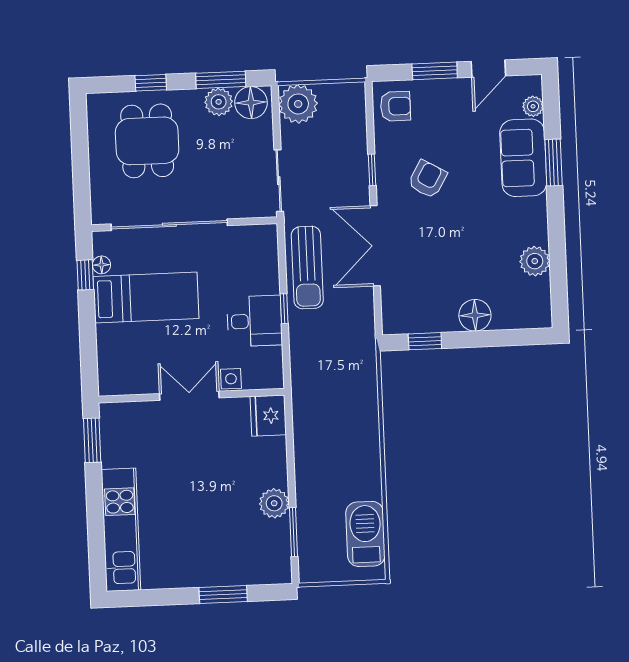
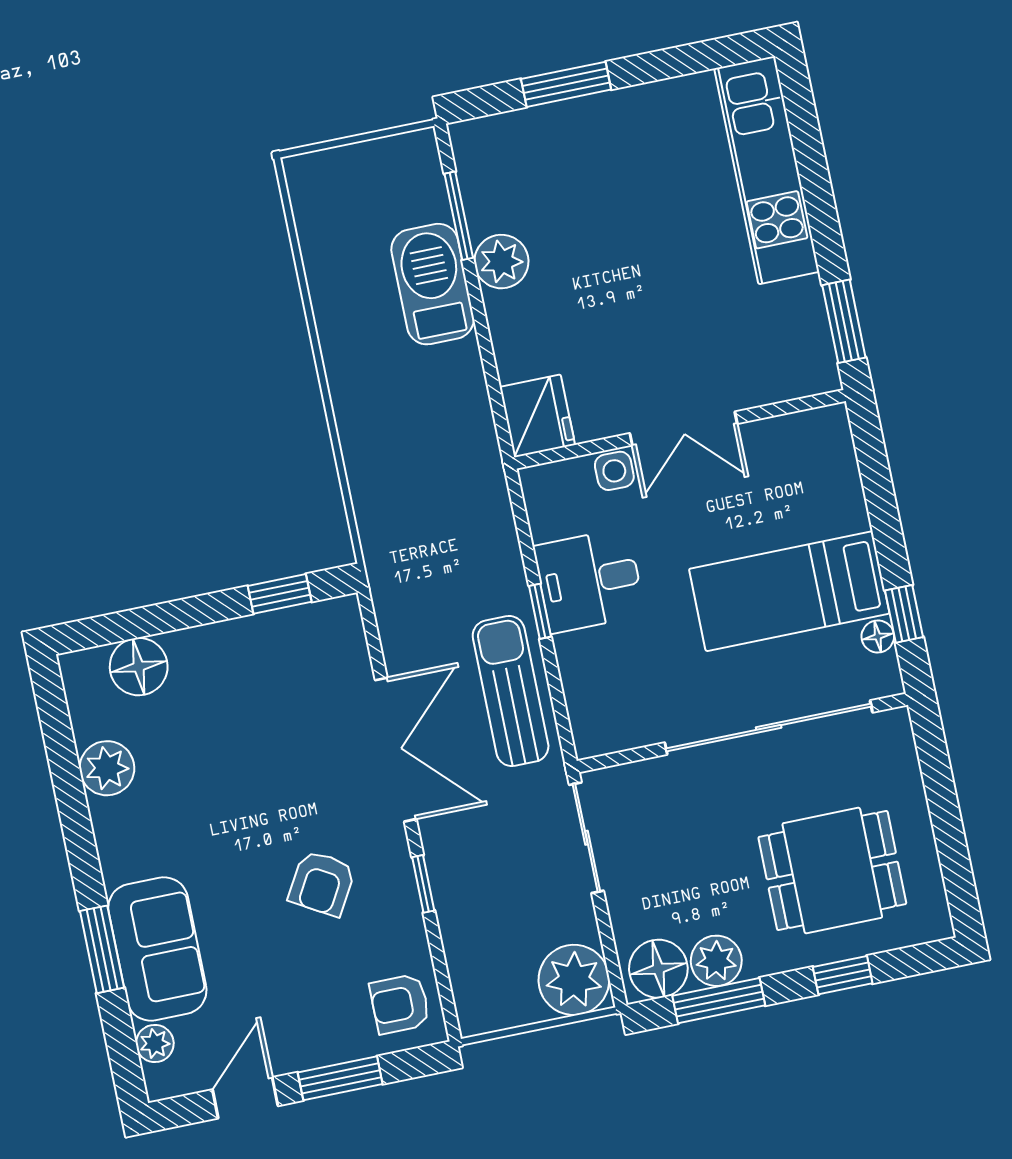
dining table: (147, 141) -> (832, 871), turned 90
floor lamp: (475, 315) -> (139, 667), moved
barbecue: (365, 534) -> (433, 284), moved, turned 180

